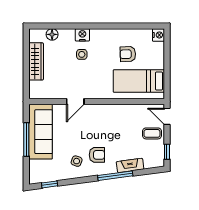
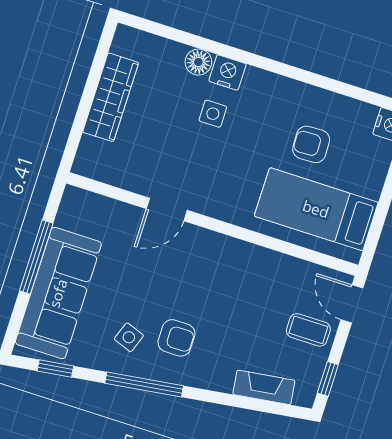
floor lamp: (52, 34) -> (198, 62), moved
sofa: (41, 132) -> (58, 293), moved
fireplace: (130, 165) -> (264, 387), moved
window: (115, 176) -> (144, 384), moved

